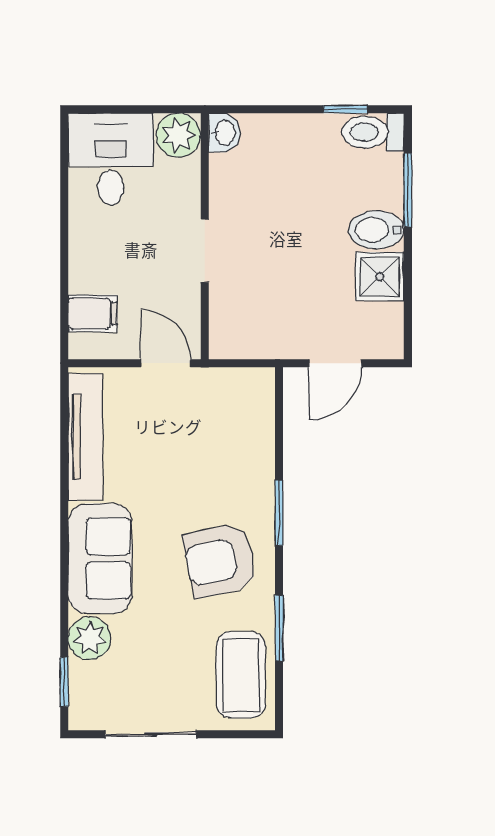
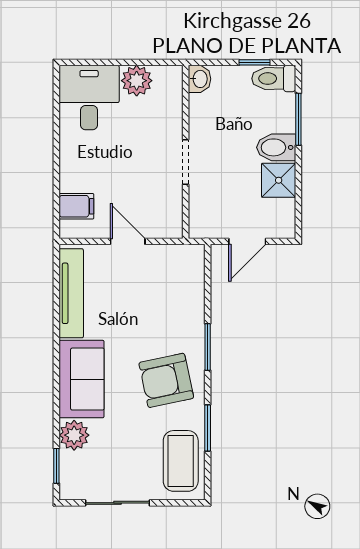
washbasin: (224, 133) -> (200, 79), moved
wall: (205, 236) -> (186, 152), moved
doorway: (205, 251) -> (186, 162), moved

